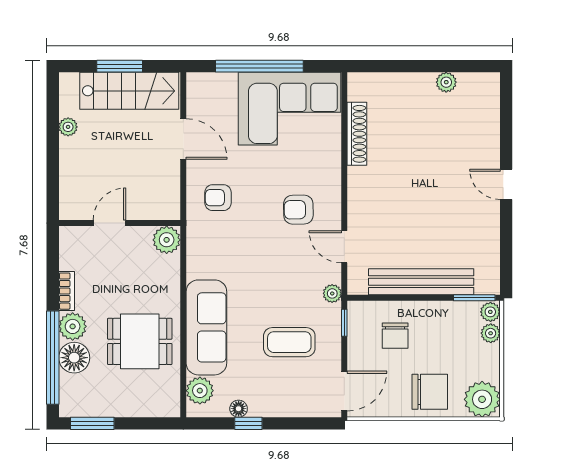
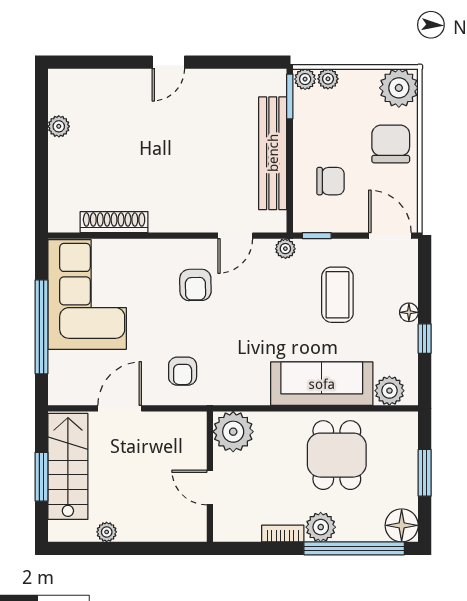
plant: (167, 240) -> (233, 432), width x1.36, depth x1.36
floor lamp: (74, 358) -> (402, 525), moved
floor lamp: (239, 409) -> (409, 312), moved
window: (92, 423) -> (425, 473), moved

